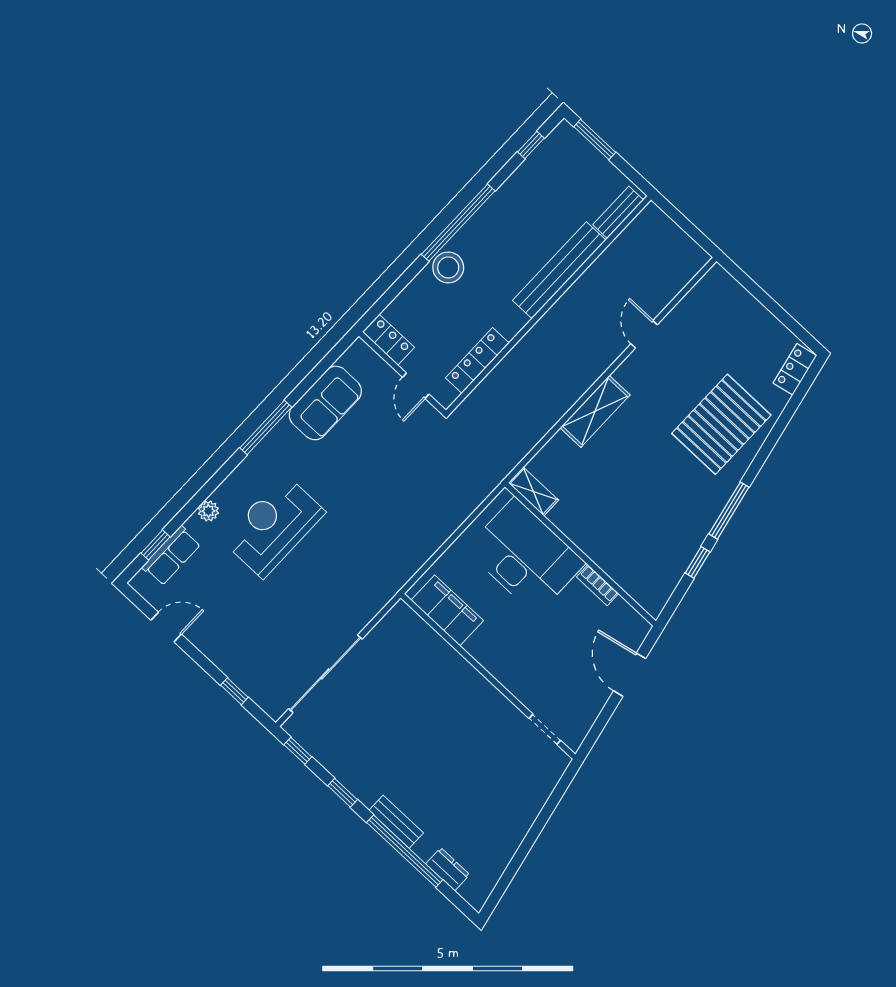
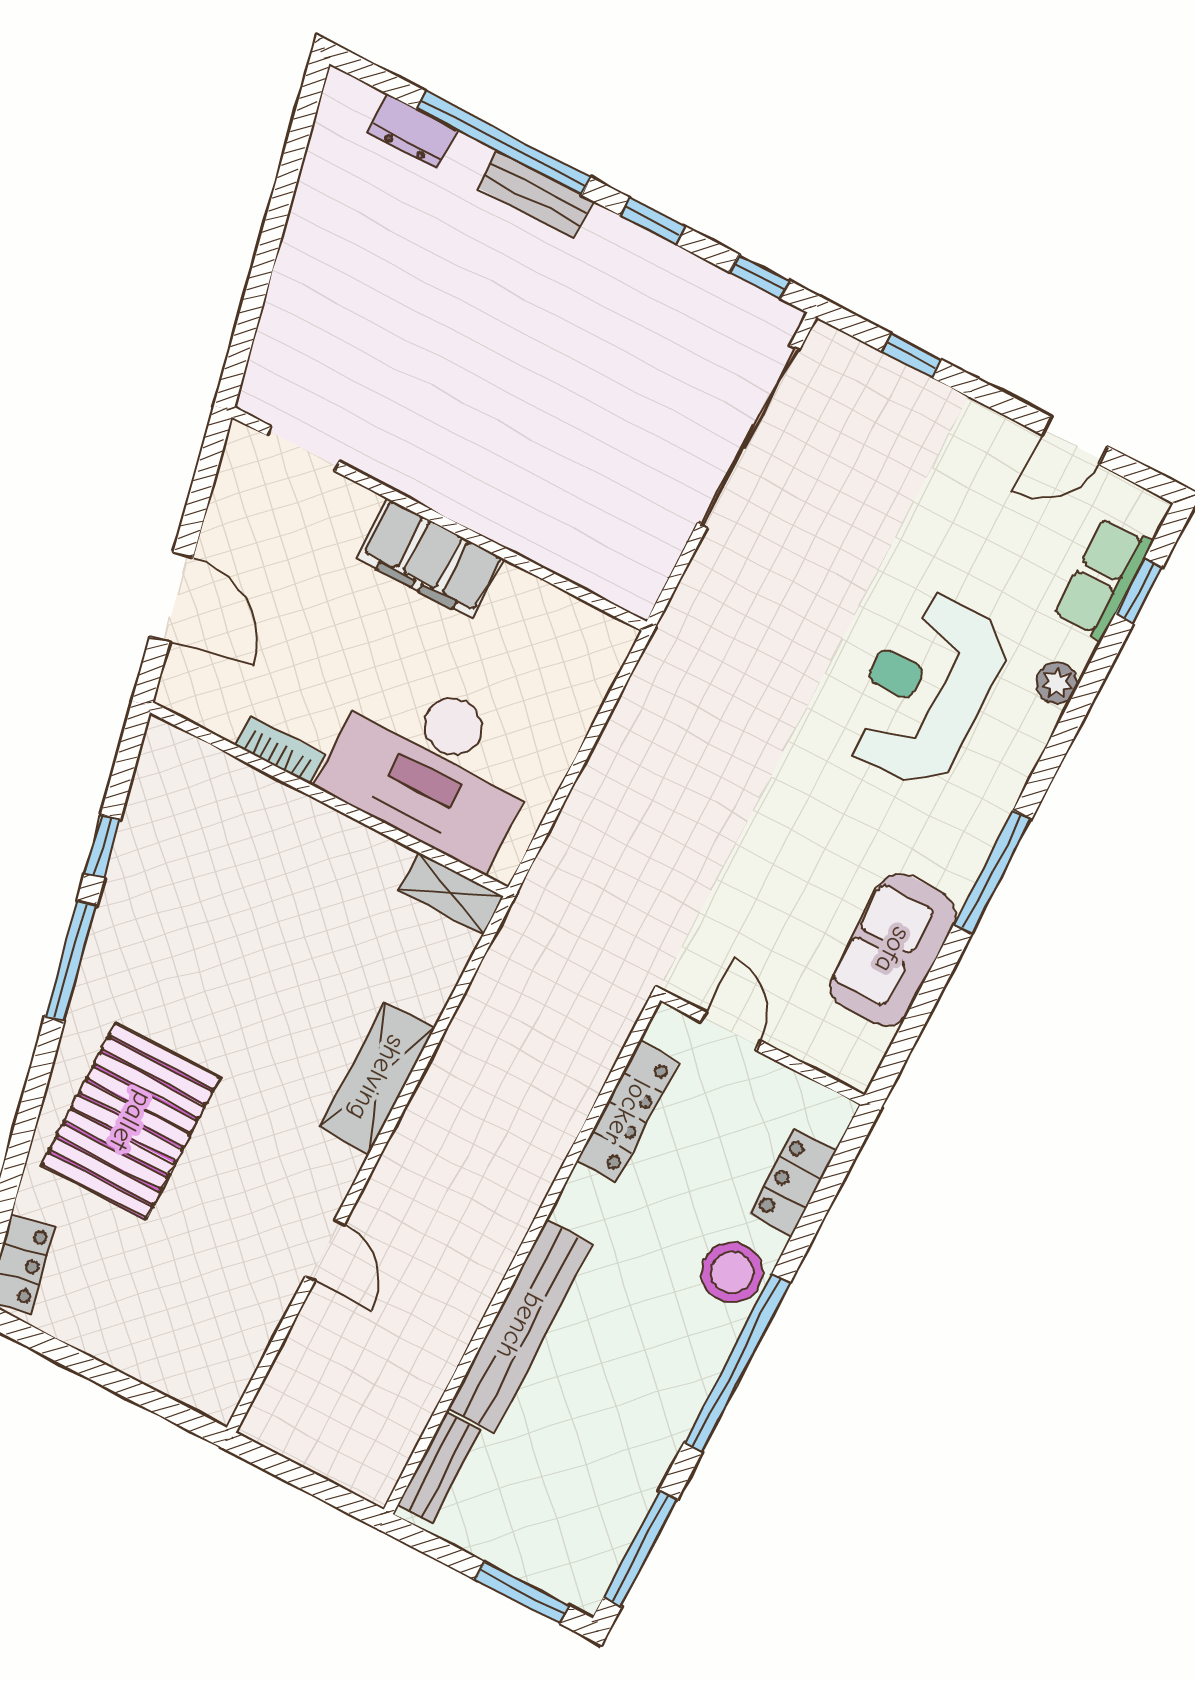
window: (531, 145) -> (640, 1548), width x2.17
locker: (388, 340) -> (792, 1183), moved, turned 90
reception desk: (274, 526) -> (925, 689), turned 180
filing cabinet: (447, 610) -> (430, 559), moved

